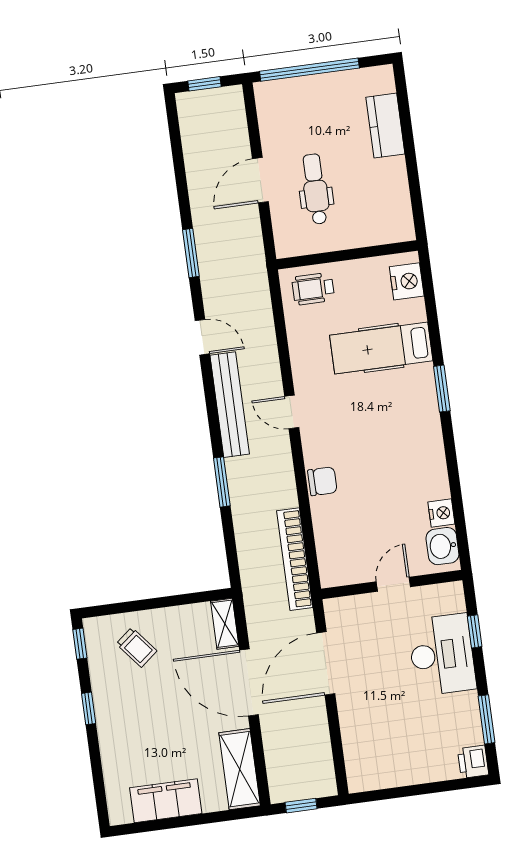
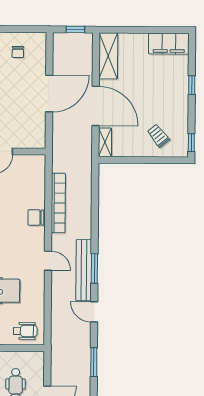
window: (222, 482) -> (94, 269), moved
bookcase: (295, 559) -> (58, 203), moved
door: (326, 663) -> (49, 94), moved
window: (89, 708) -> (192, 85), moved
chair: (392, 754) -> (18, 52), added
filing cabinet: (166, 801) -> (169, 44), moved

